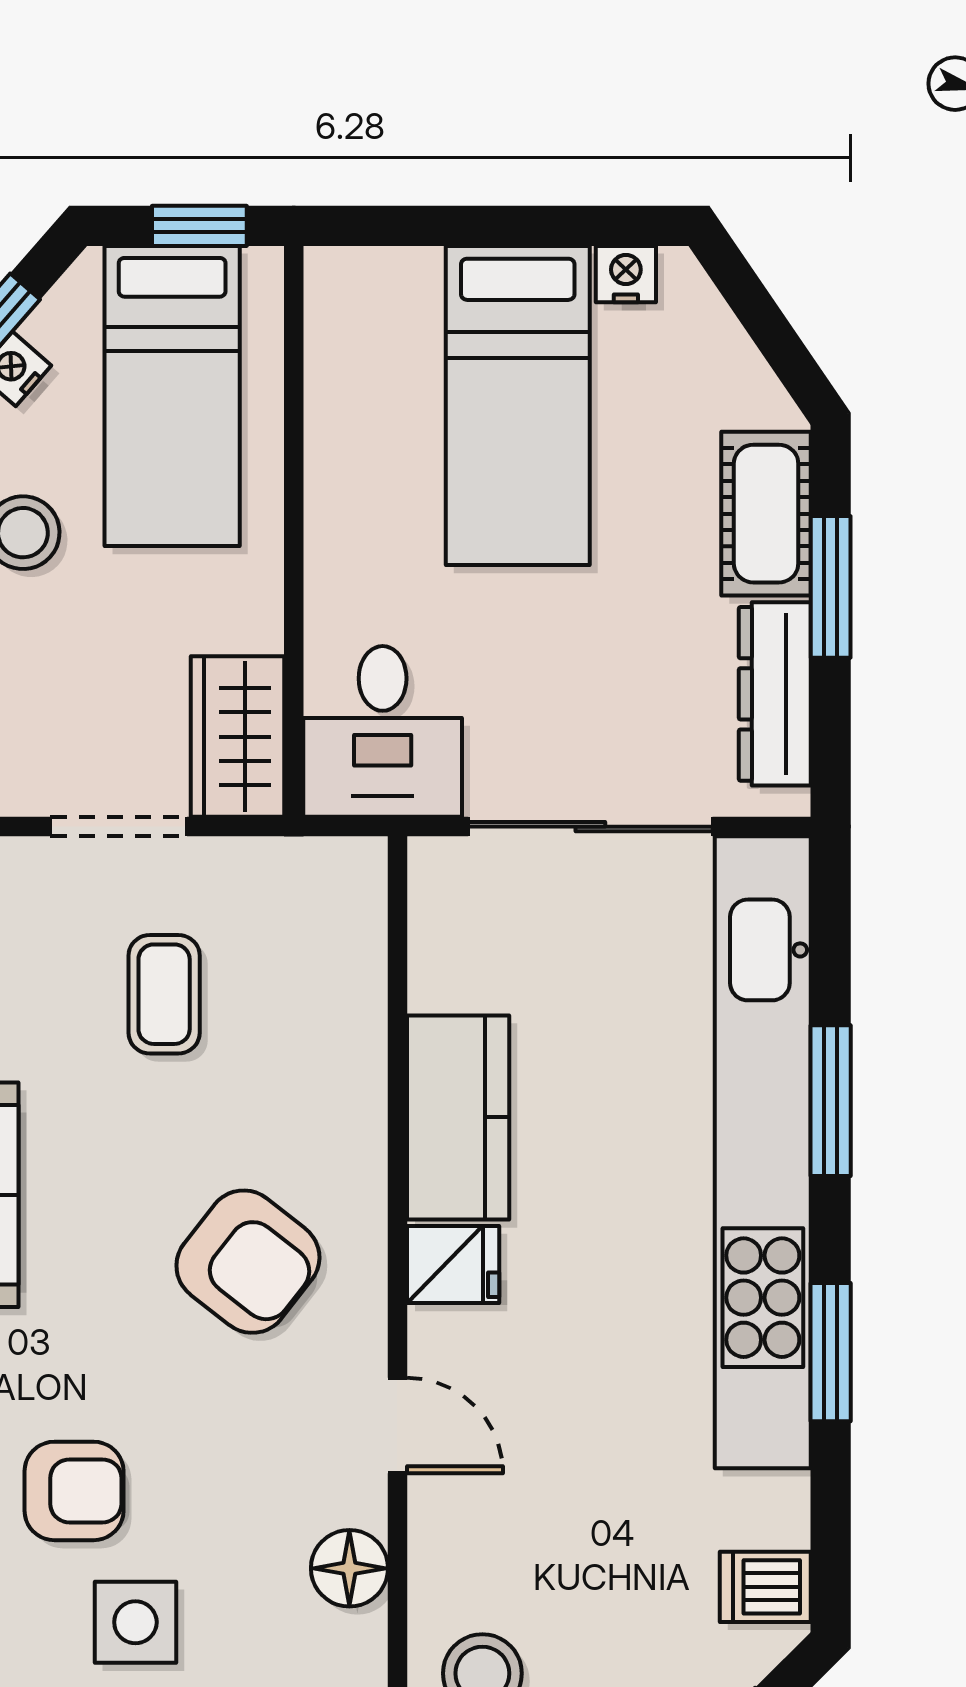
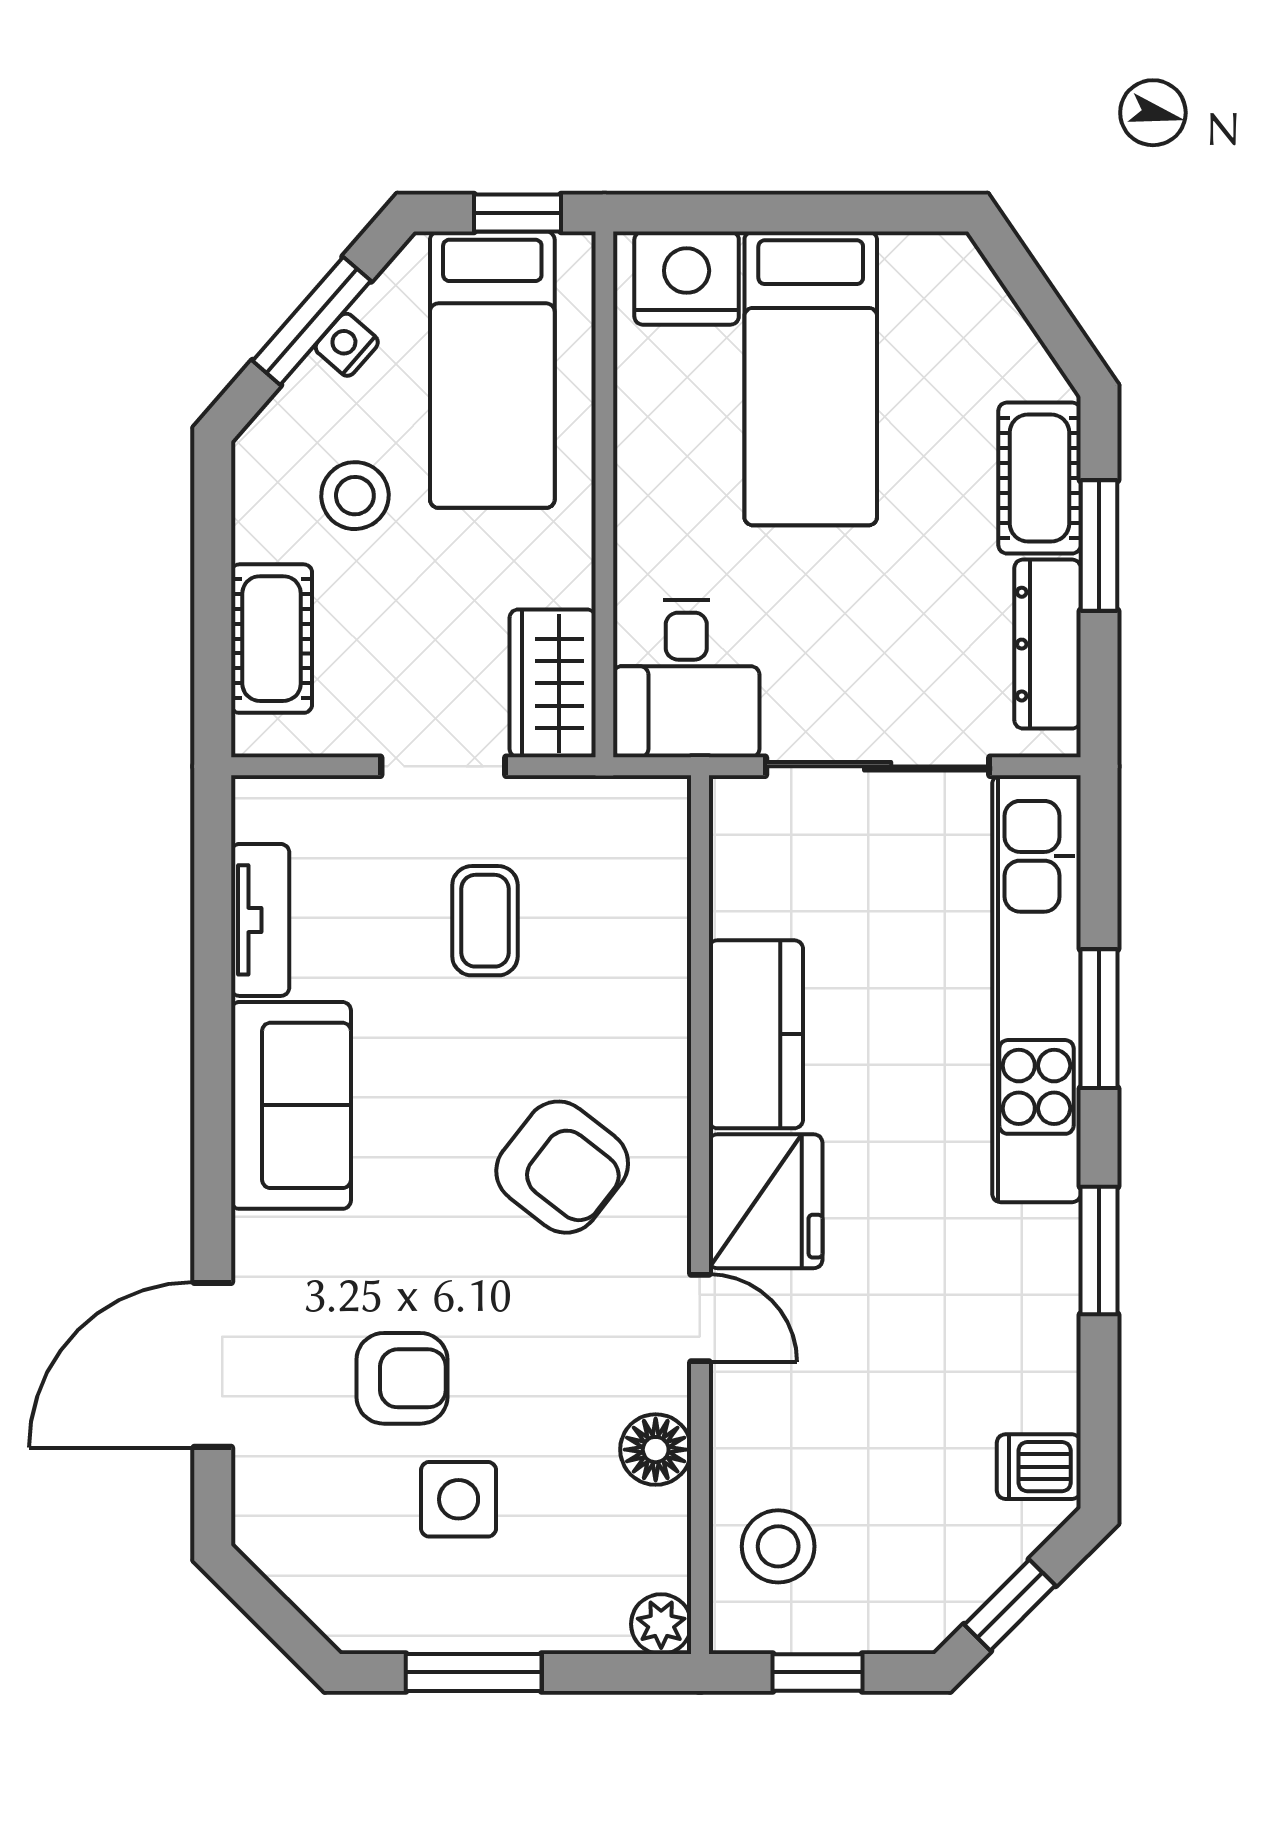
nightstand: (626, 274) -> (687, 278), moved, width x1.89, depth x1.79
kitchen unit: (763, 1152) -> (1036, 989), width x0.73
fridge: (453, 1265) -> (766, 1201), width x1.88, depth x1.34

